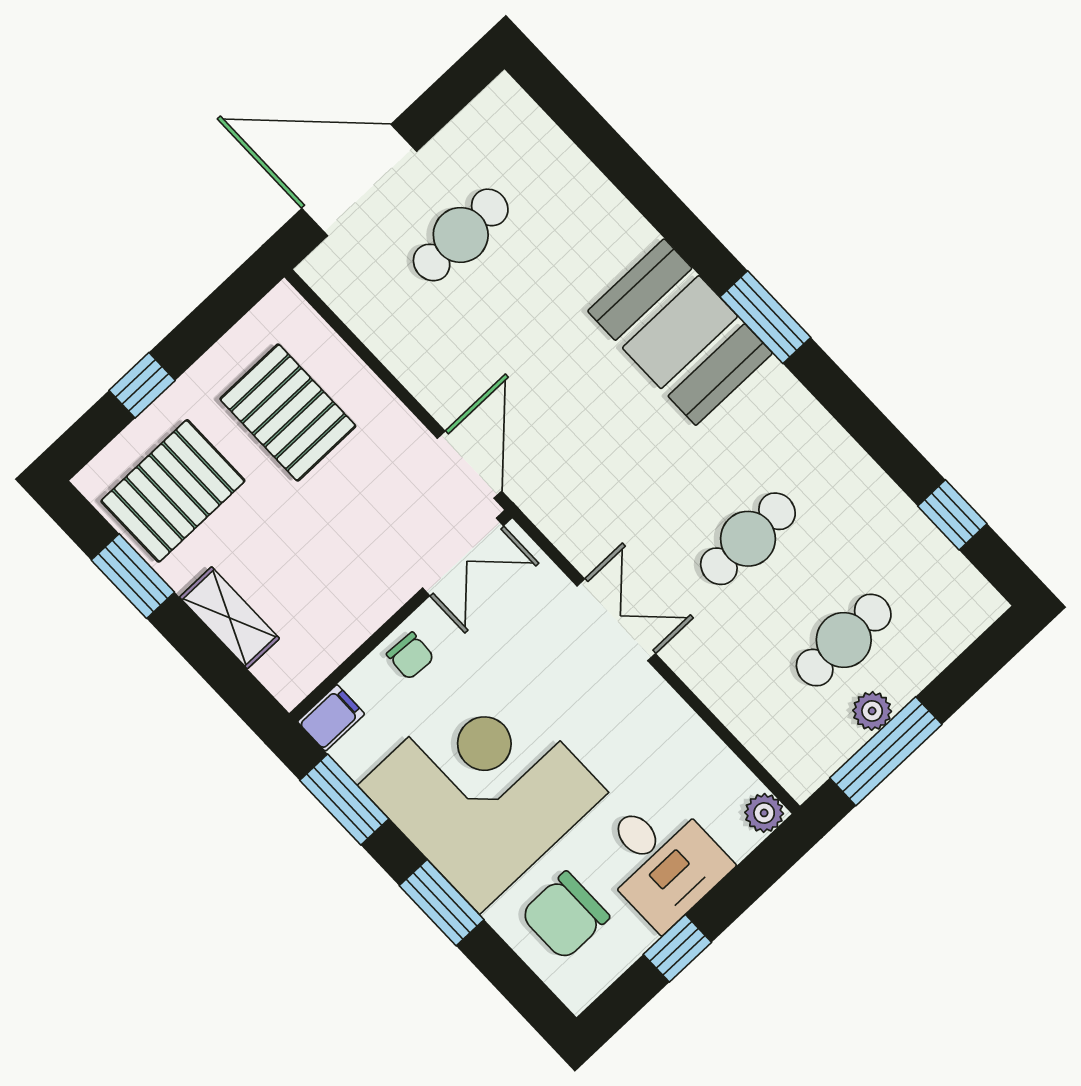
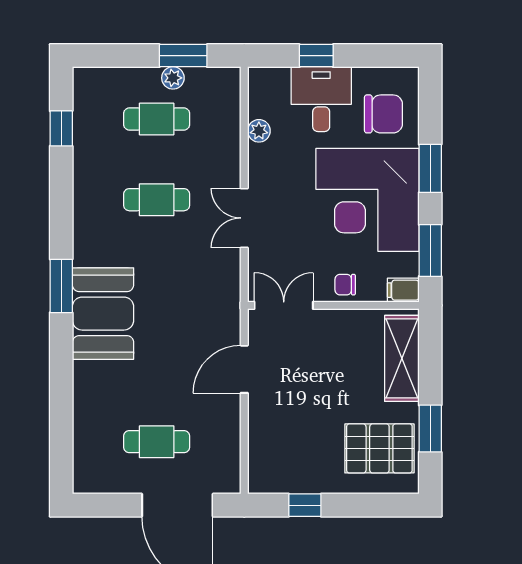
window: (142, 385) -> (305, 505), moved
pallet: (288, 413) -> (300, 436), removed
door: (470, 465) -> (244, 369), moved
shelving: (229, 618) -> (402, 358), width x1.50, depth x1.33
chair: (410, 656) -> (345, 285), turned -93
window: (886, 751) -> (183, 56), width x0.69
plant: (764, 813) -> (259, 131), moved
window: (677, 948) -> (316, 56), moved

